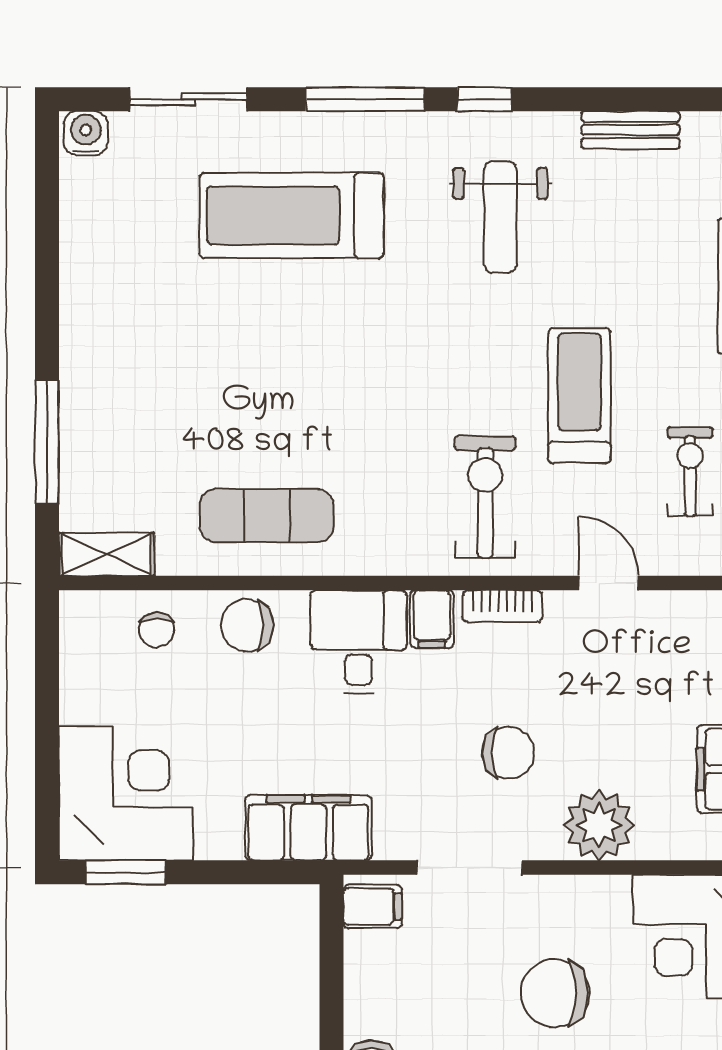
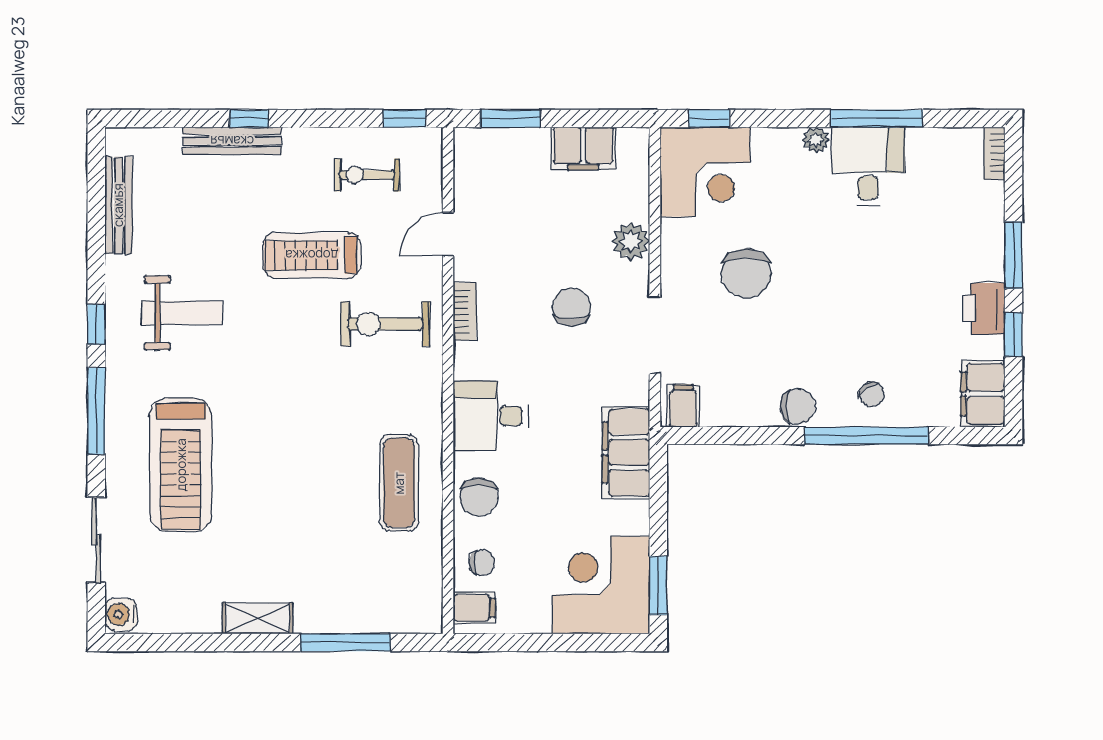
bench: (630, 130) -> (118, 205), width x1.36
shelving: (107, 554) -> (257, 618), moved, turned 90
filing cabinet: (432, 619) -> (474, 608), moved
plant: (599, 825) -> (631, 241), width x0.73, depth x0.73

